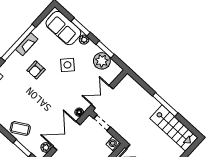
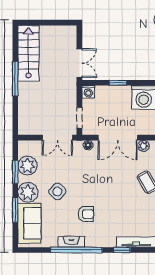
plant: (84, 40) -> (28, 192), width x1.88, depth x1.88

